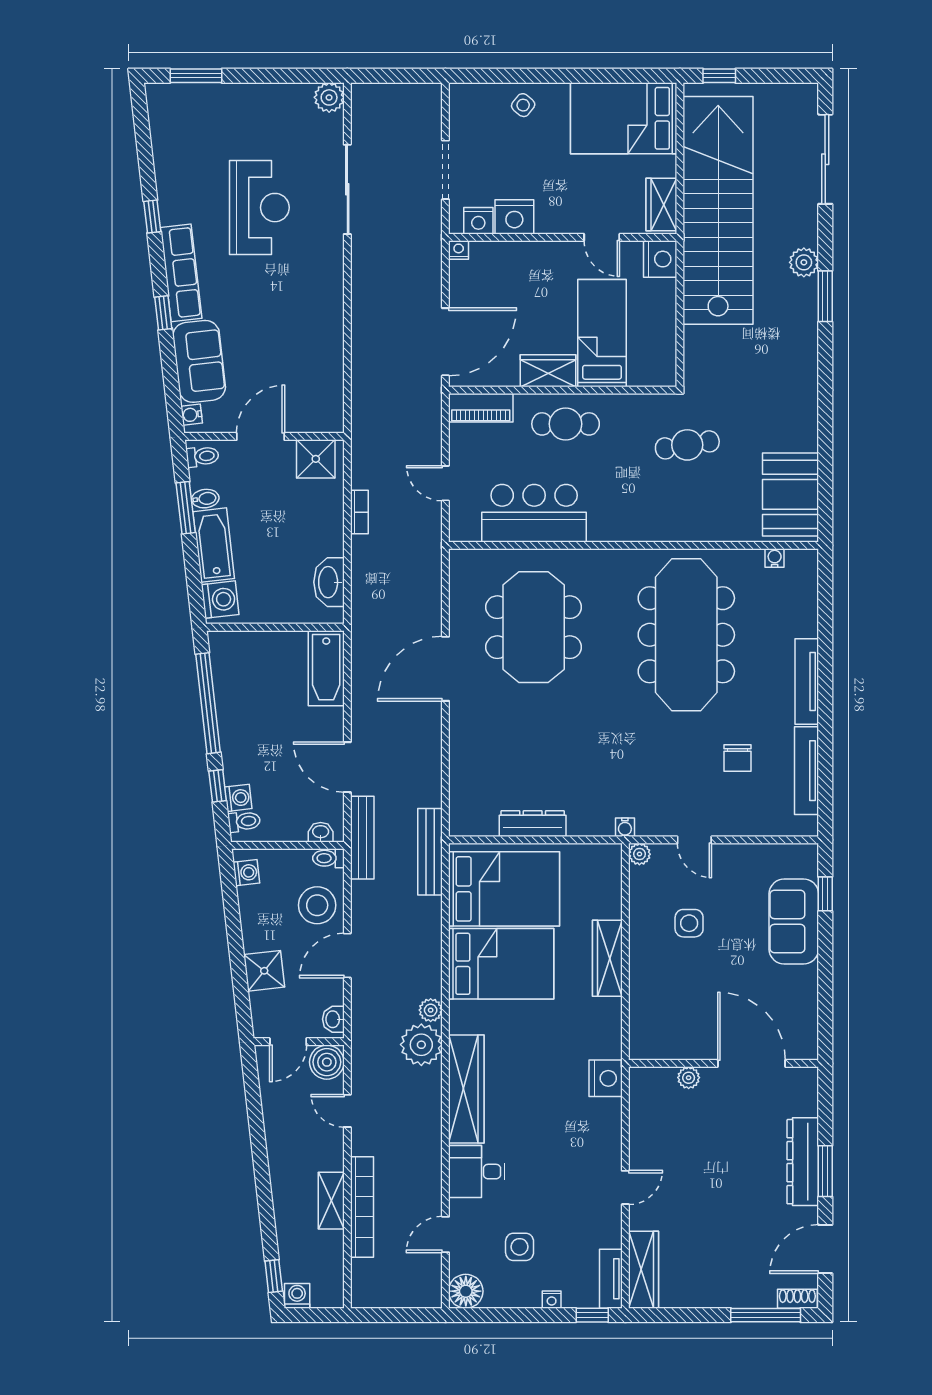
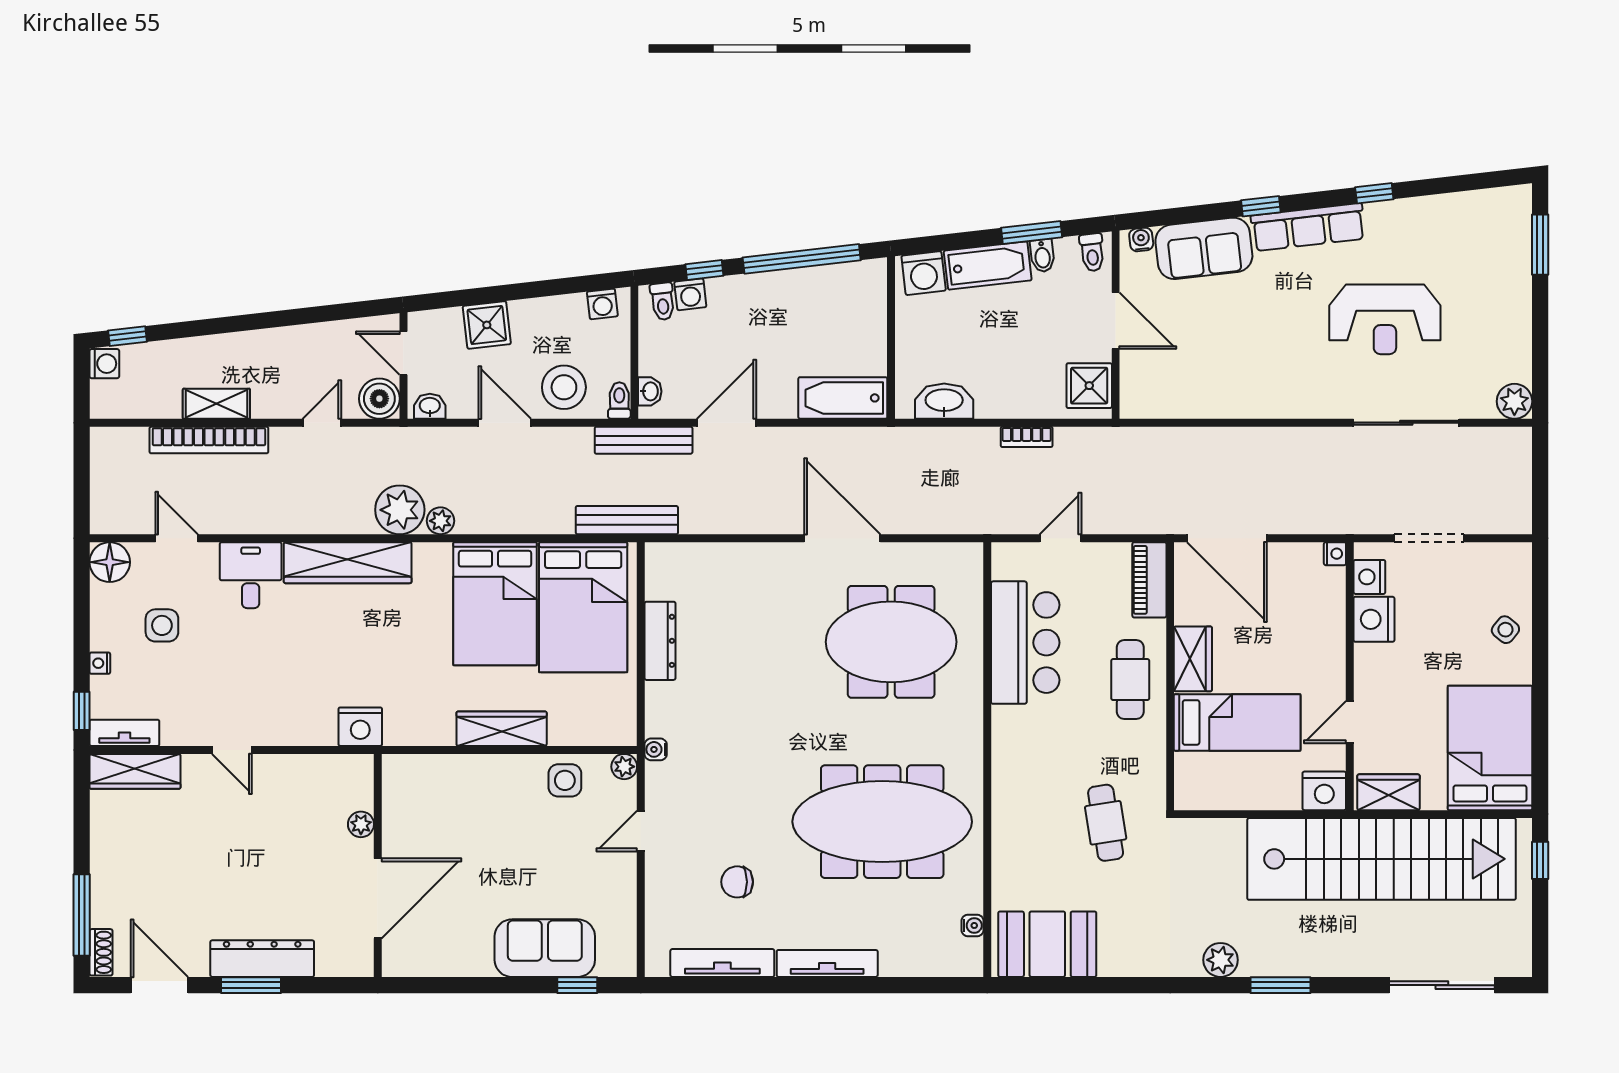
plant: (804, 262) -> (1221, 960), moved
side table: (689, 923) -> (565, 780), moved

